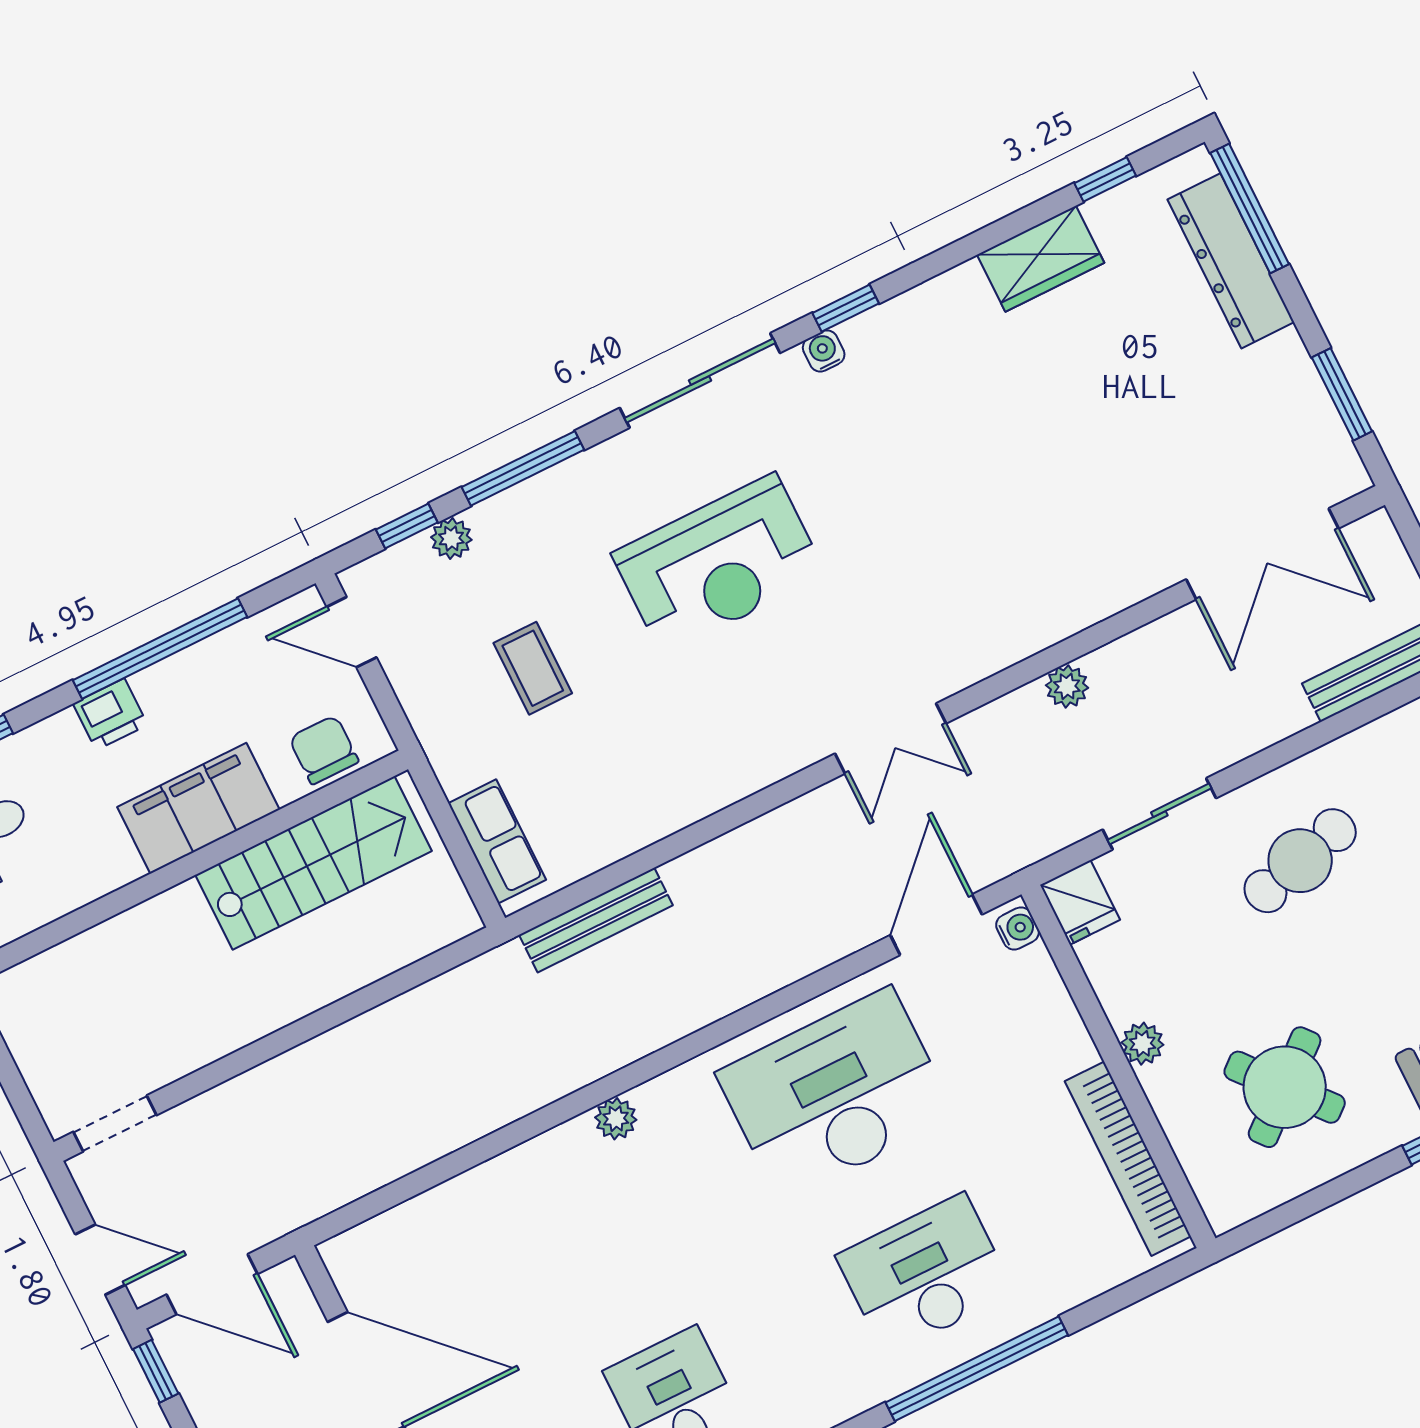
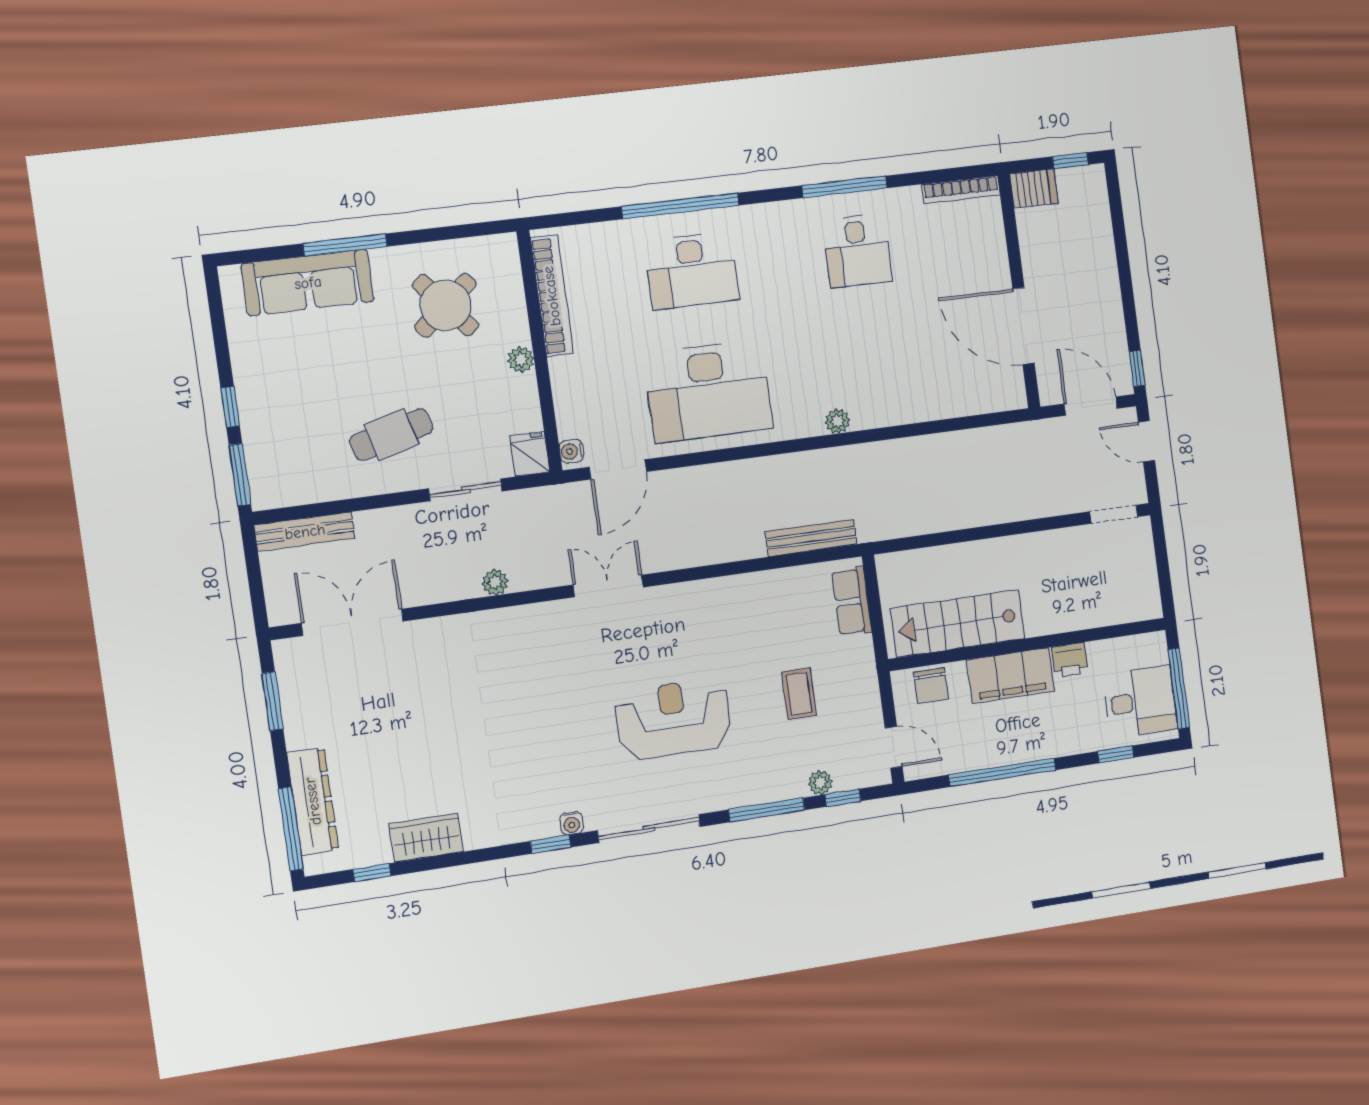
printer: (110, 714) -> (1070, 660), moved, turned 180

